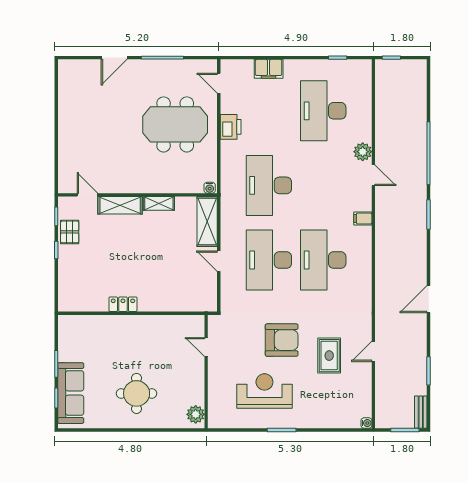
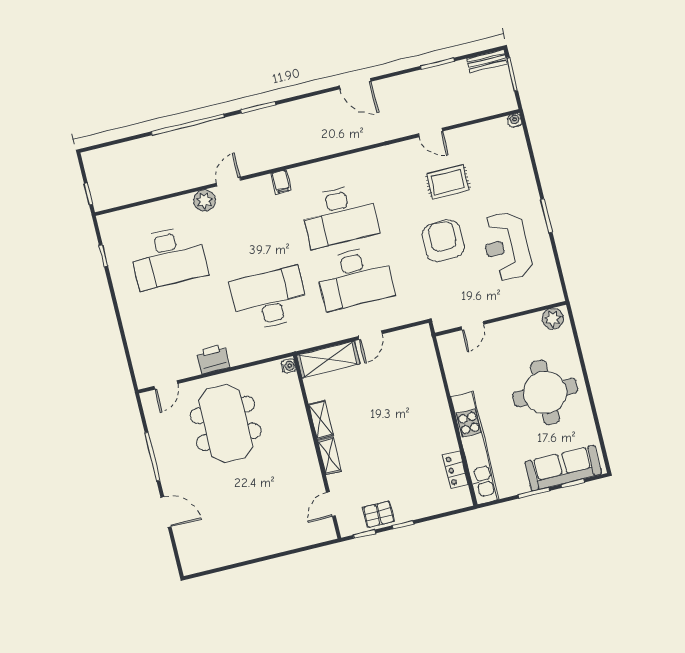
filing cabinet: (269, 69) -> (136, 332), removed
desk: (269, 185) -> (269, 299), turned 180
shelving: (120, 205) -> (329, 456), width x0.67, depth x0.75
locker: (123, 304) -> (456, 470), moved
kitchen unit: (105, 325) -> (475, 448), added
round table: (137, 393) -> (545, 392), width x1.36, depth x1.36

